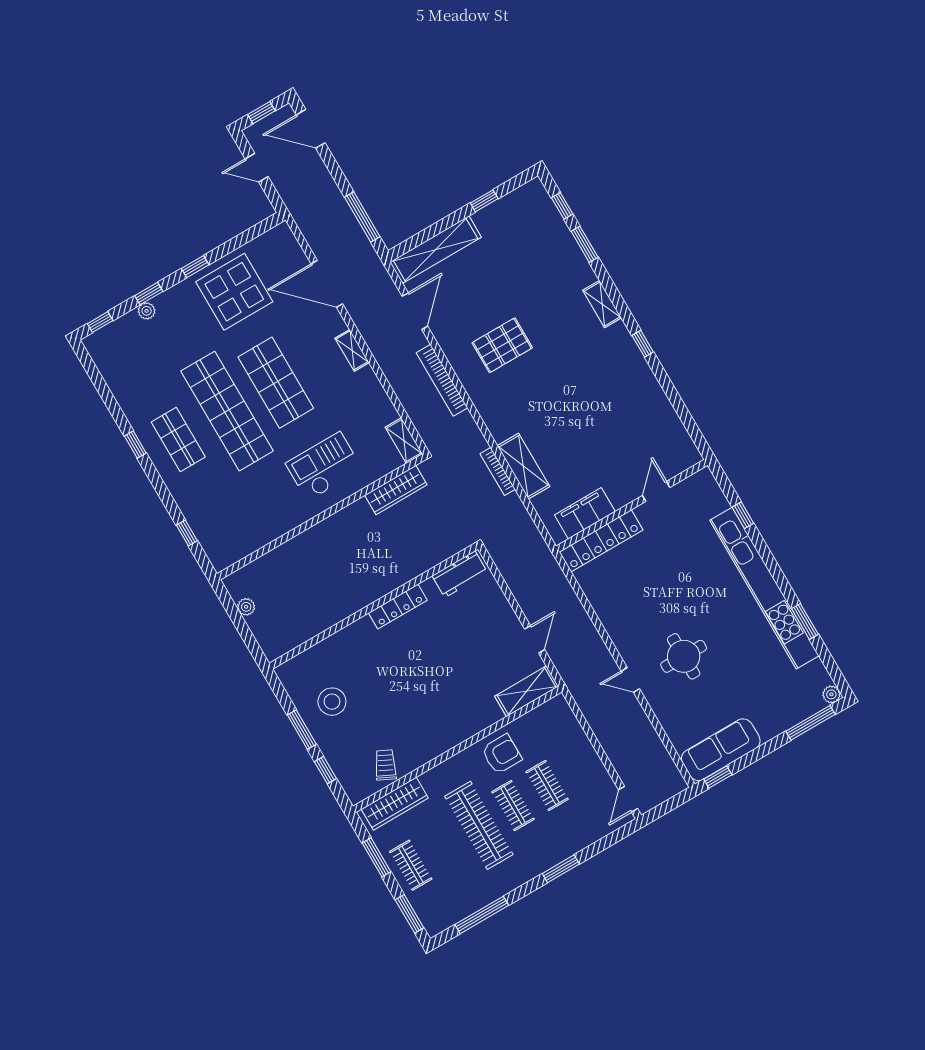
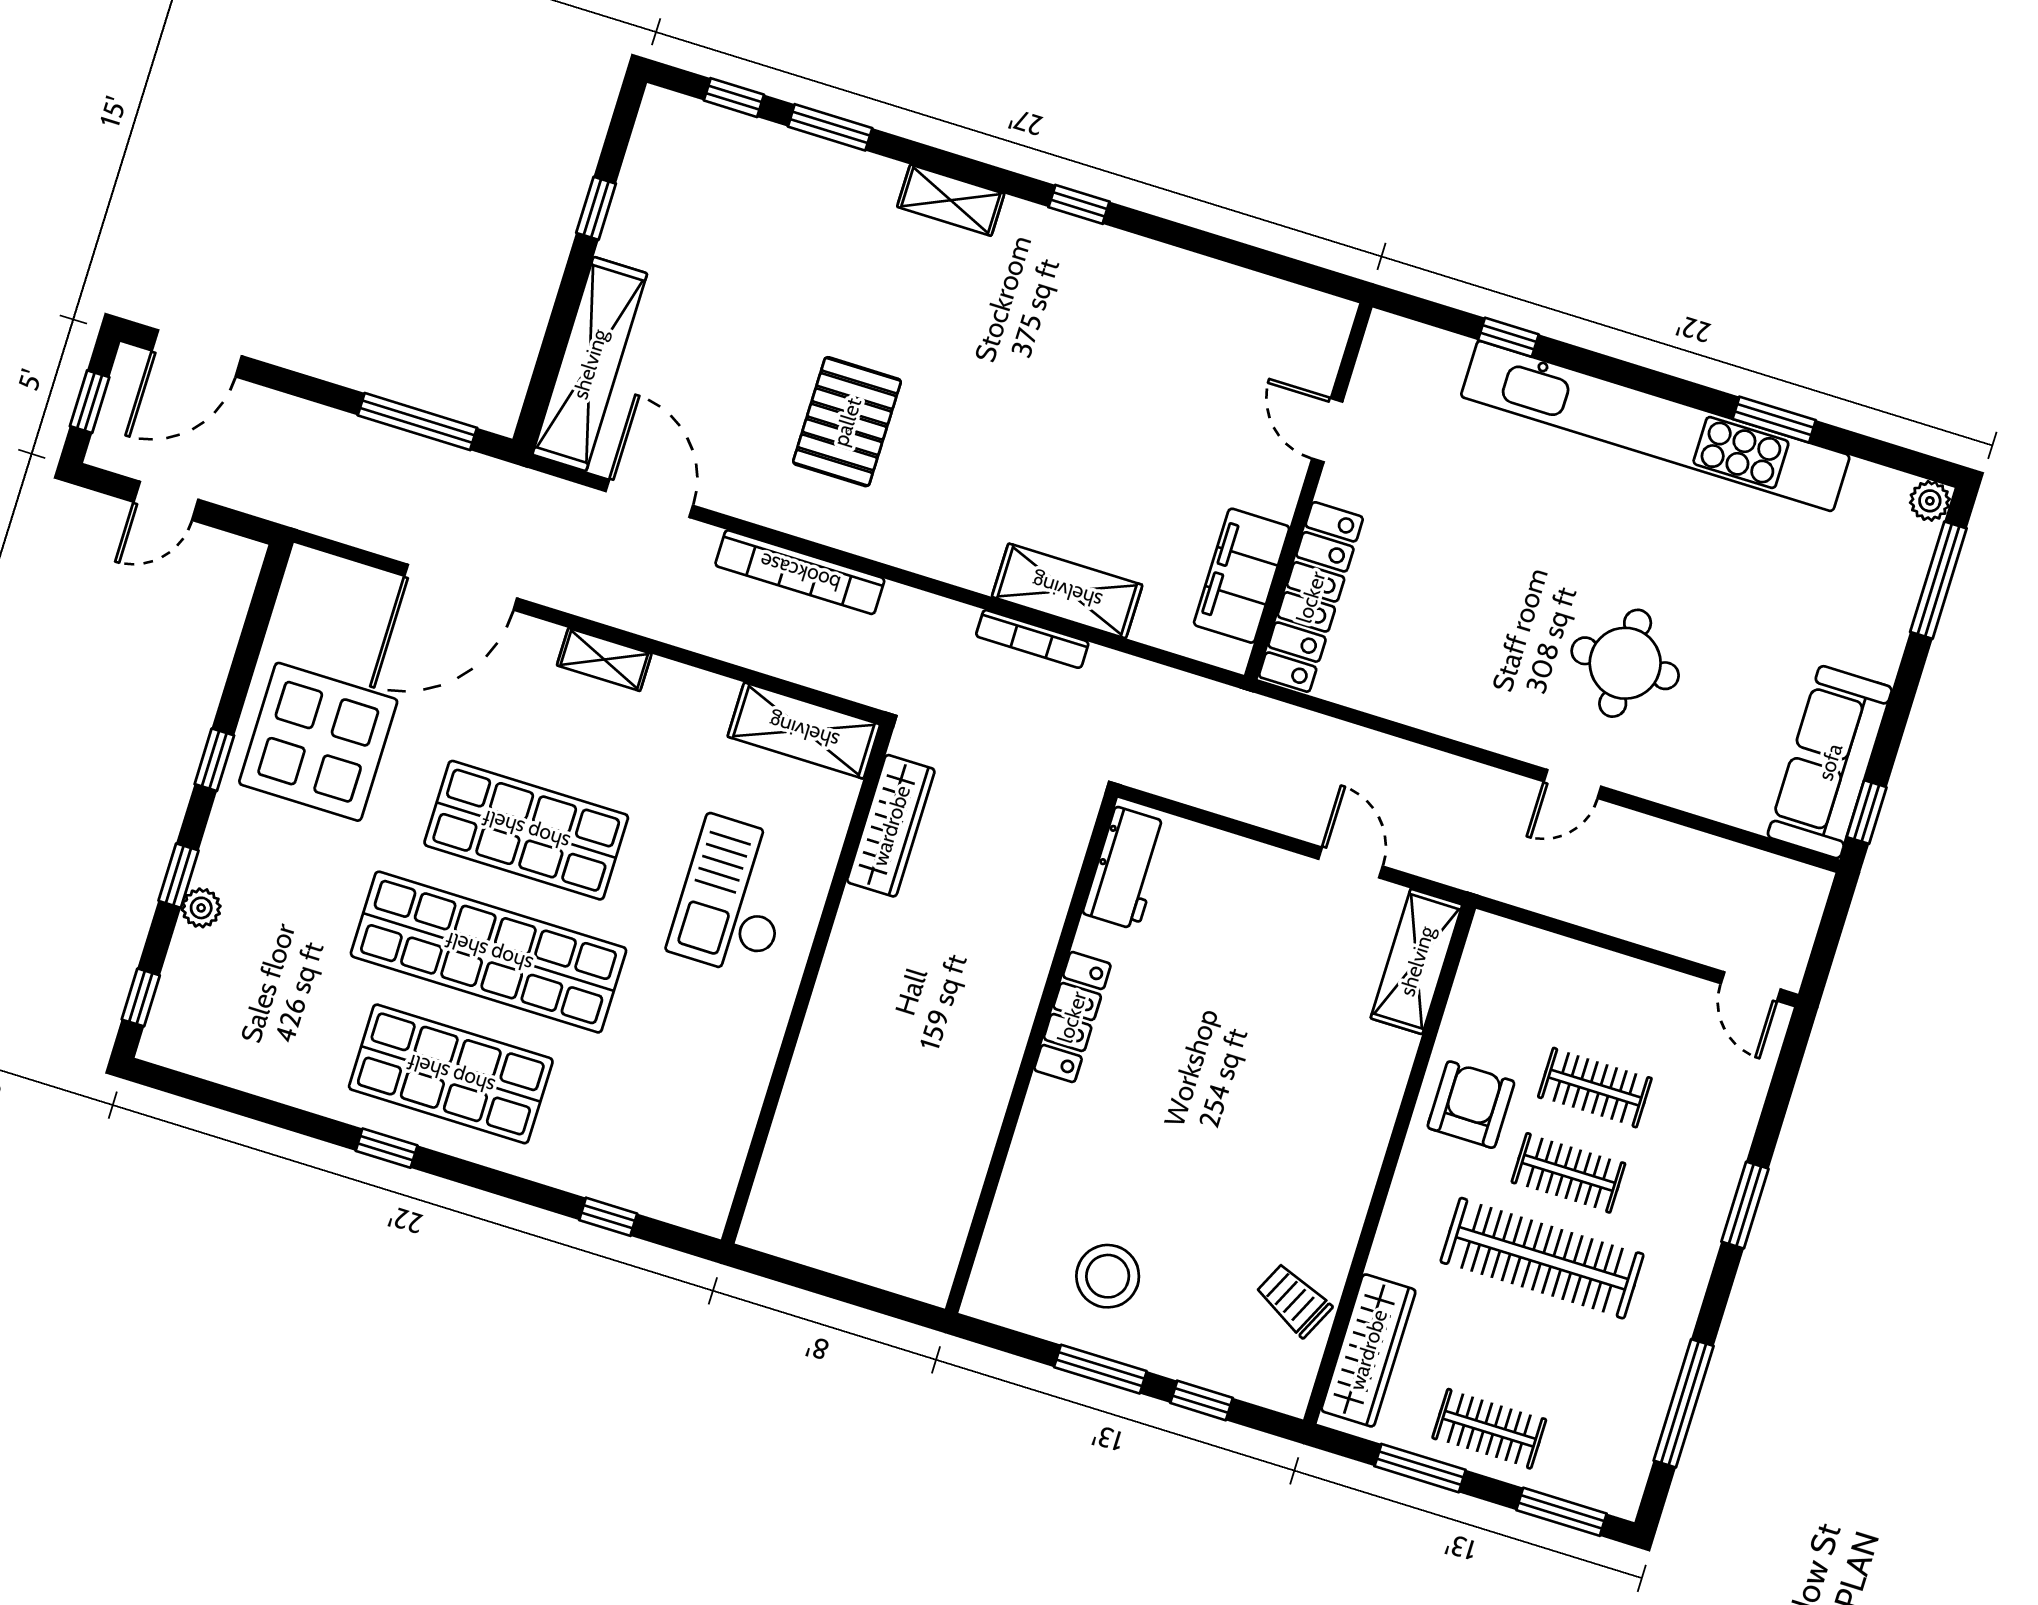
shop shelf: (178, 440) -> (451, 1074), width x1.43, depth x1.36
shelving: (404, 441) -> (804, 731), width x1.50, depth x1.33
plant: (246, 607) -> (820, 1249), removed

